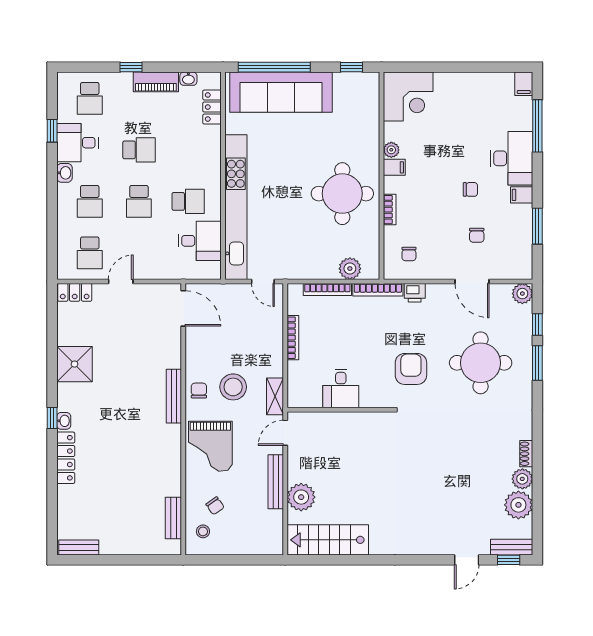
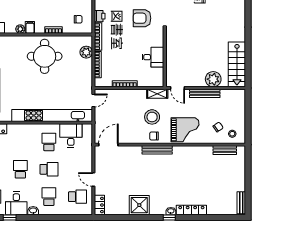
school desk: (90, 201) -> (49, 197), turned -90

